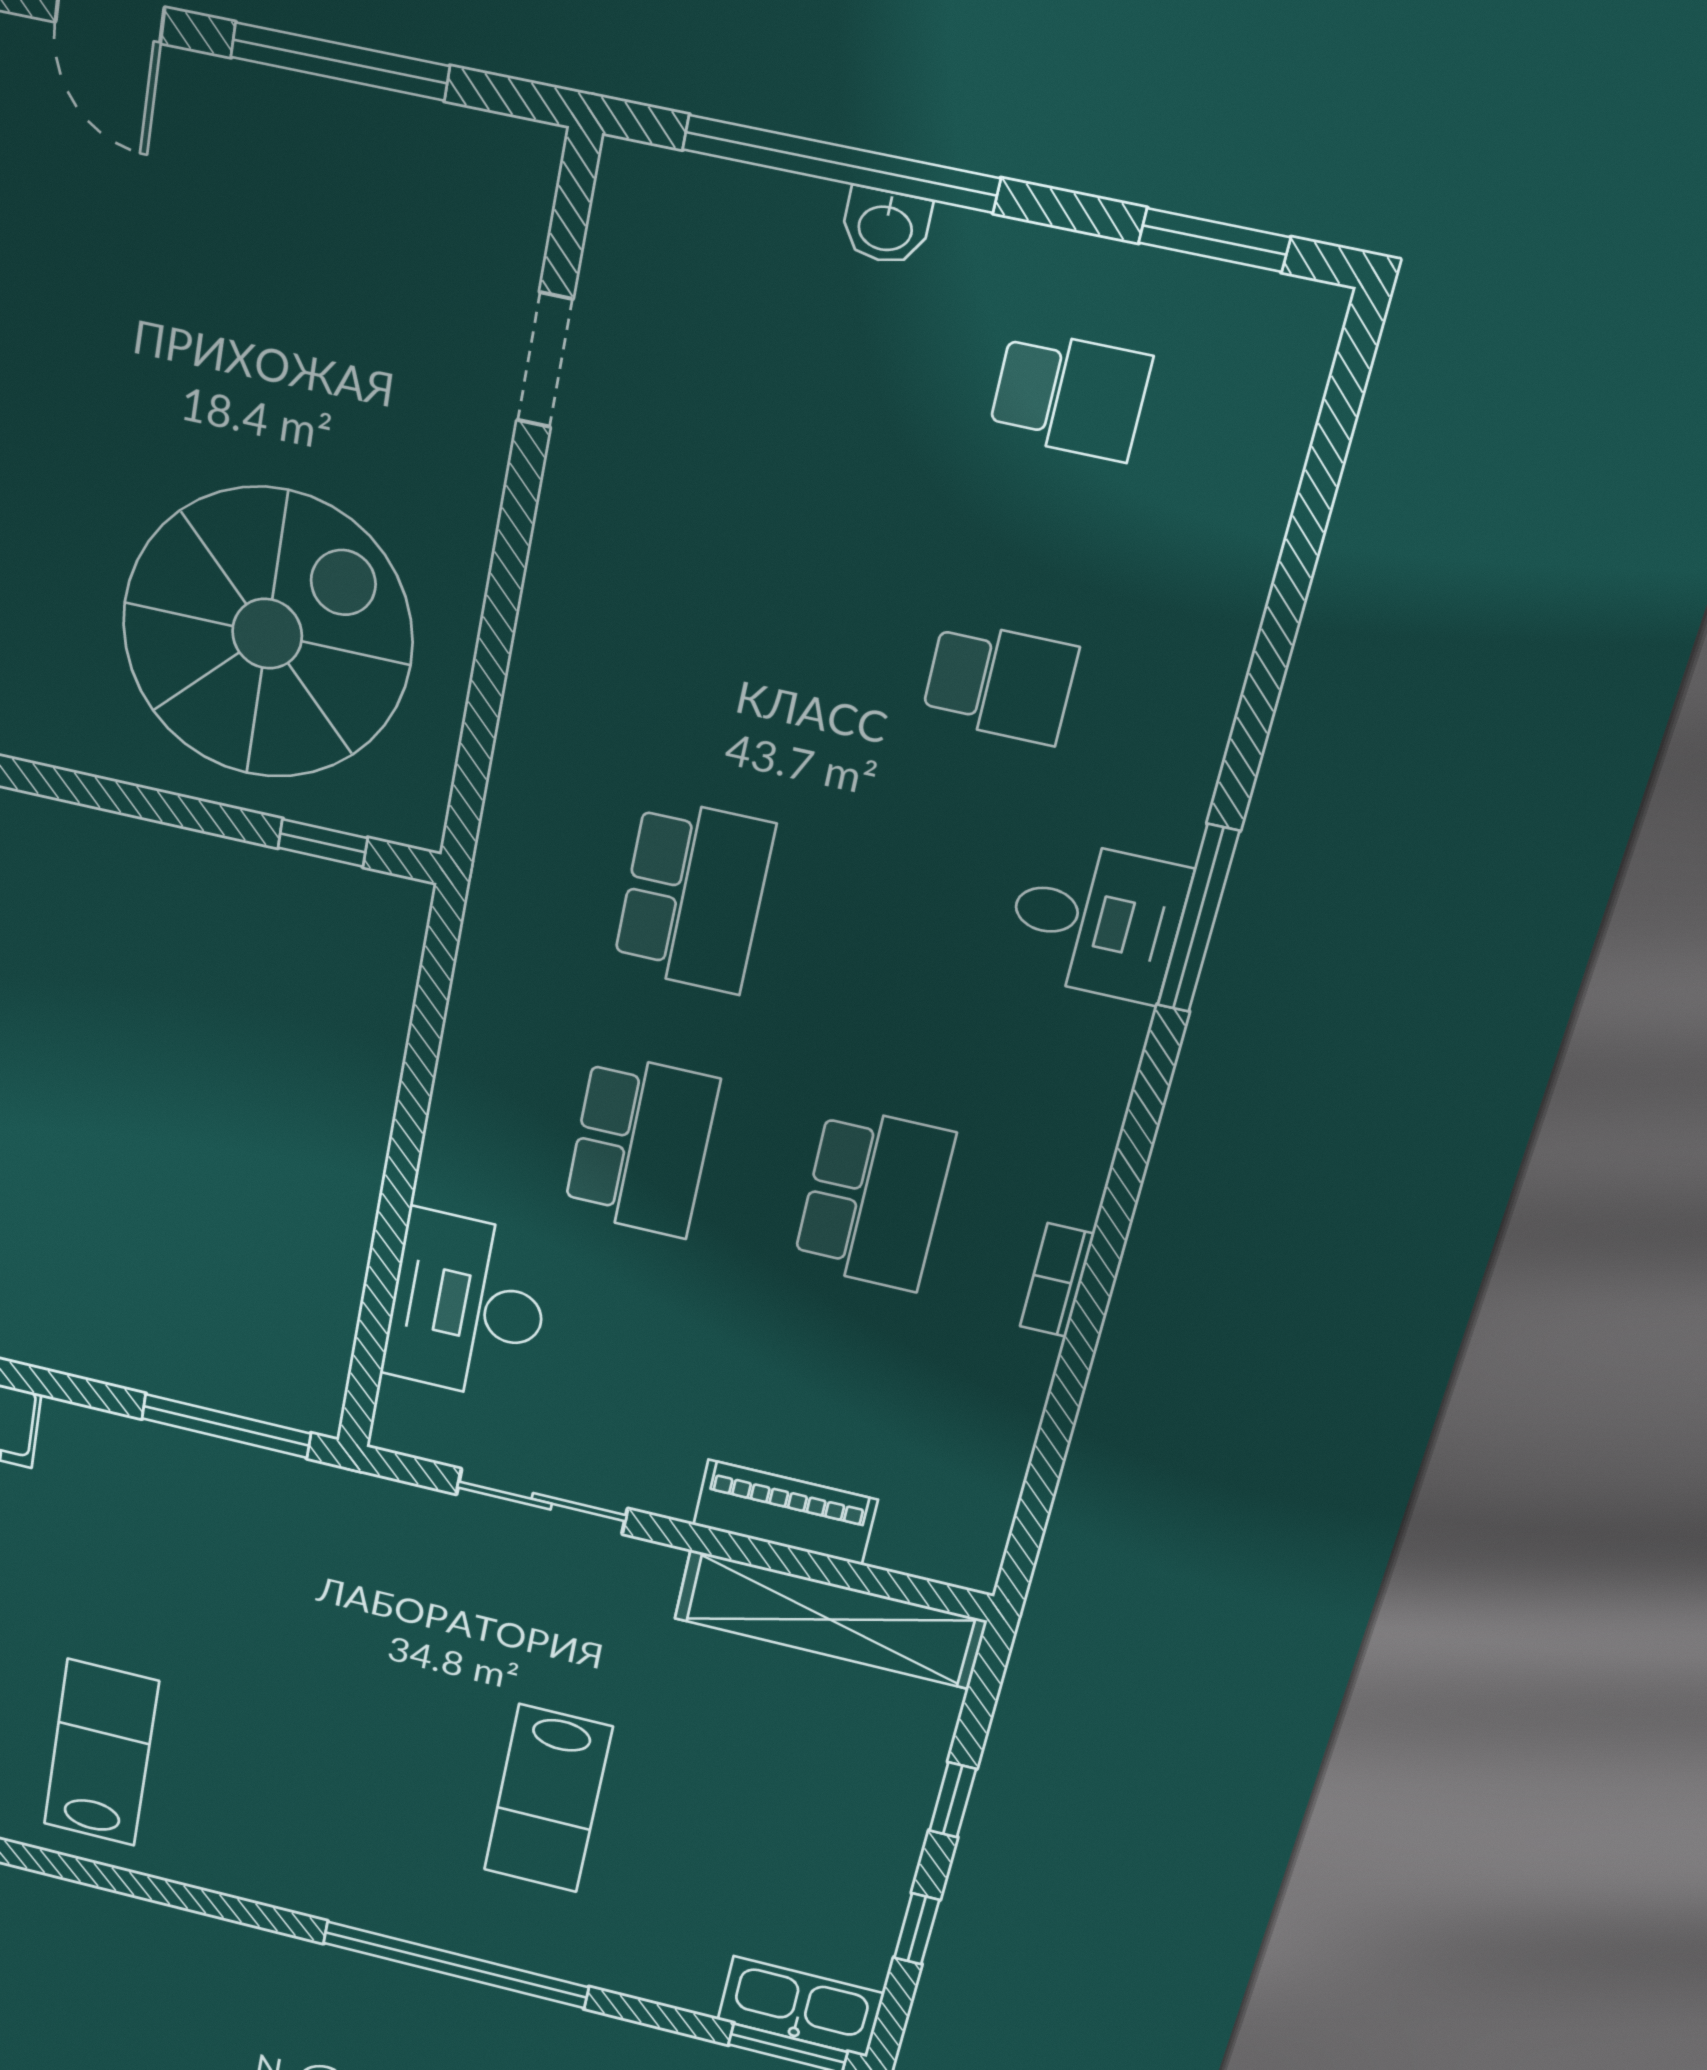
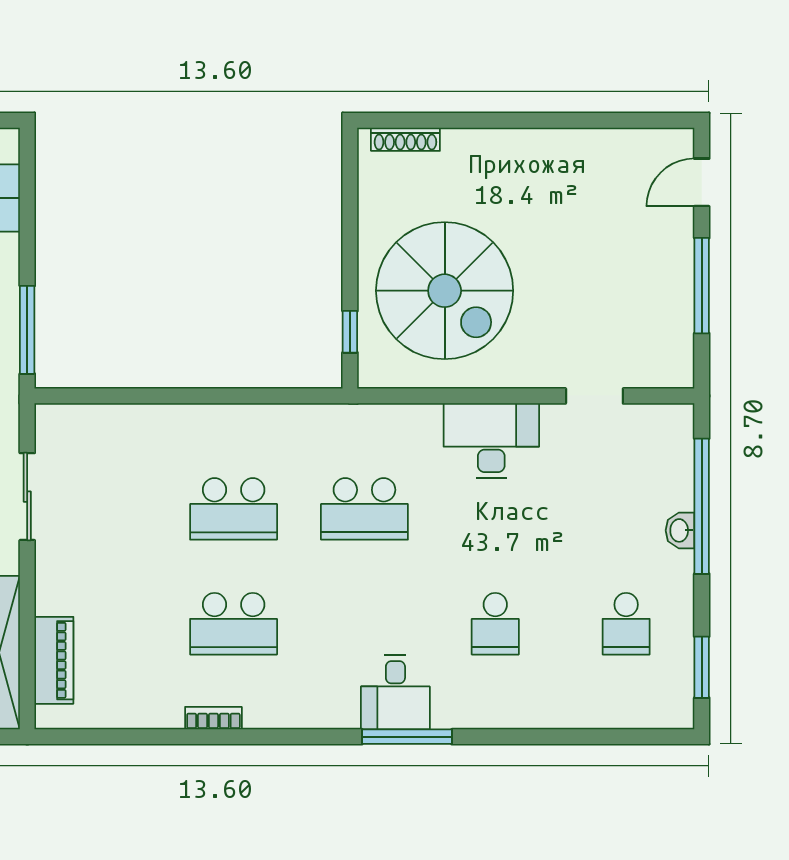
desk: (468, 1306) -> (491, 441), moved
piano: (785, 1512) -> (54, 660), moved

